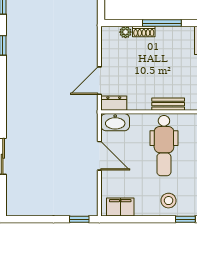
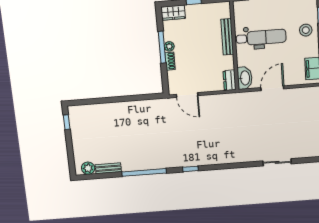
plant: (125, 32) -> (169, 46), moved
door: (99, 81) -> (187, 95), moved
bench: (168, 104) -> (227, 37), width x1.36

